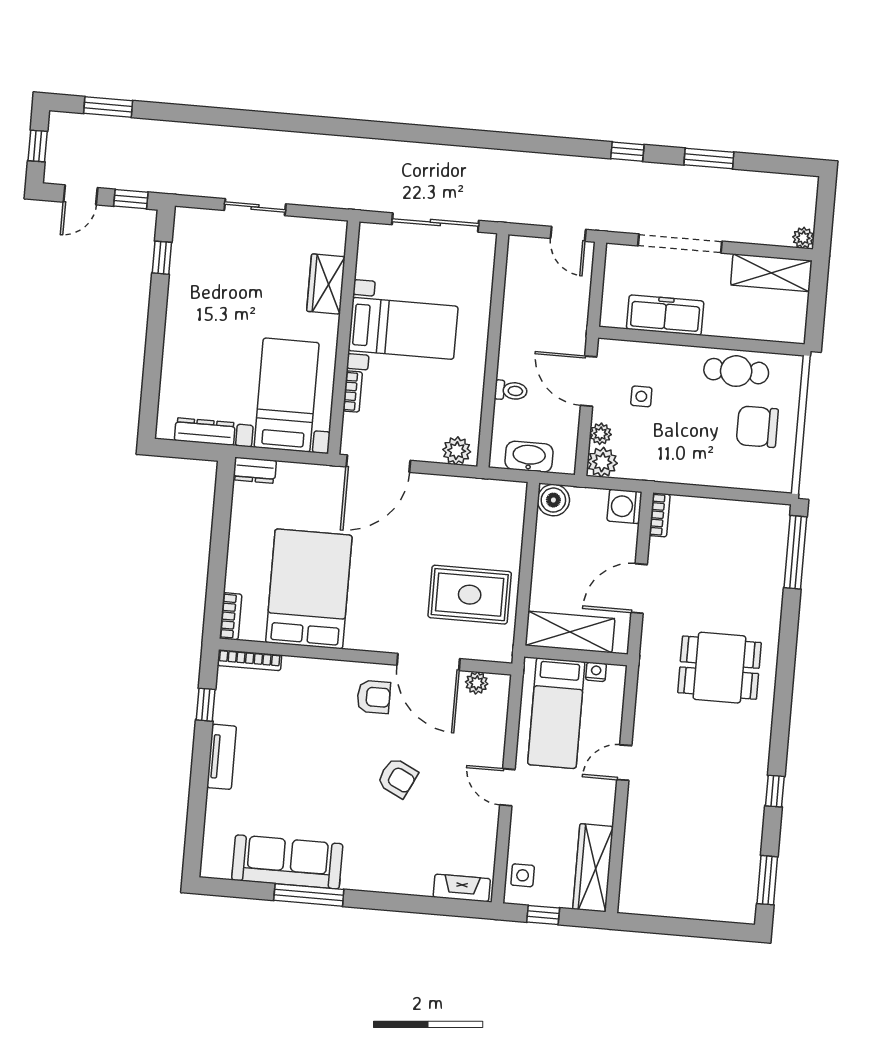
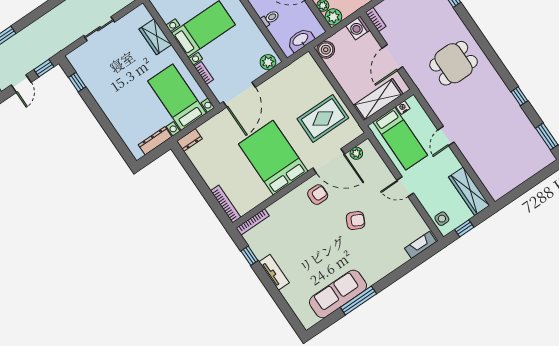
bed: (309, 589) -> (273, 158), moved
bookcase: (231, 616) -> (226, 204), width x1.56

